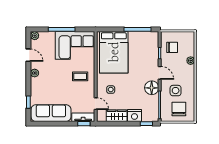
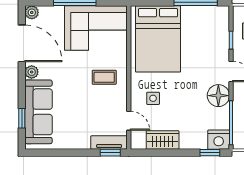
door: (28, 55) -> (22, 43), width x1.87
sofa: (51, 113) -> (39, 112), moved, turned 90
nightstand: (134, 116) -> (219, 140), moved

